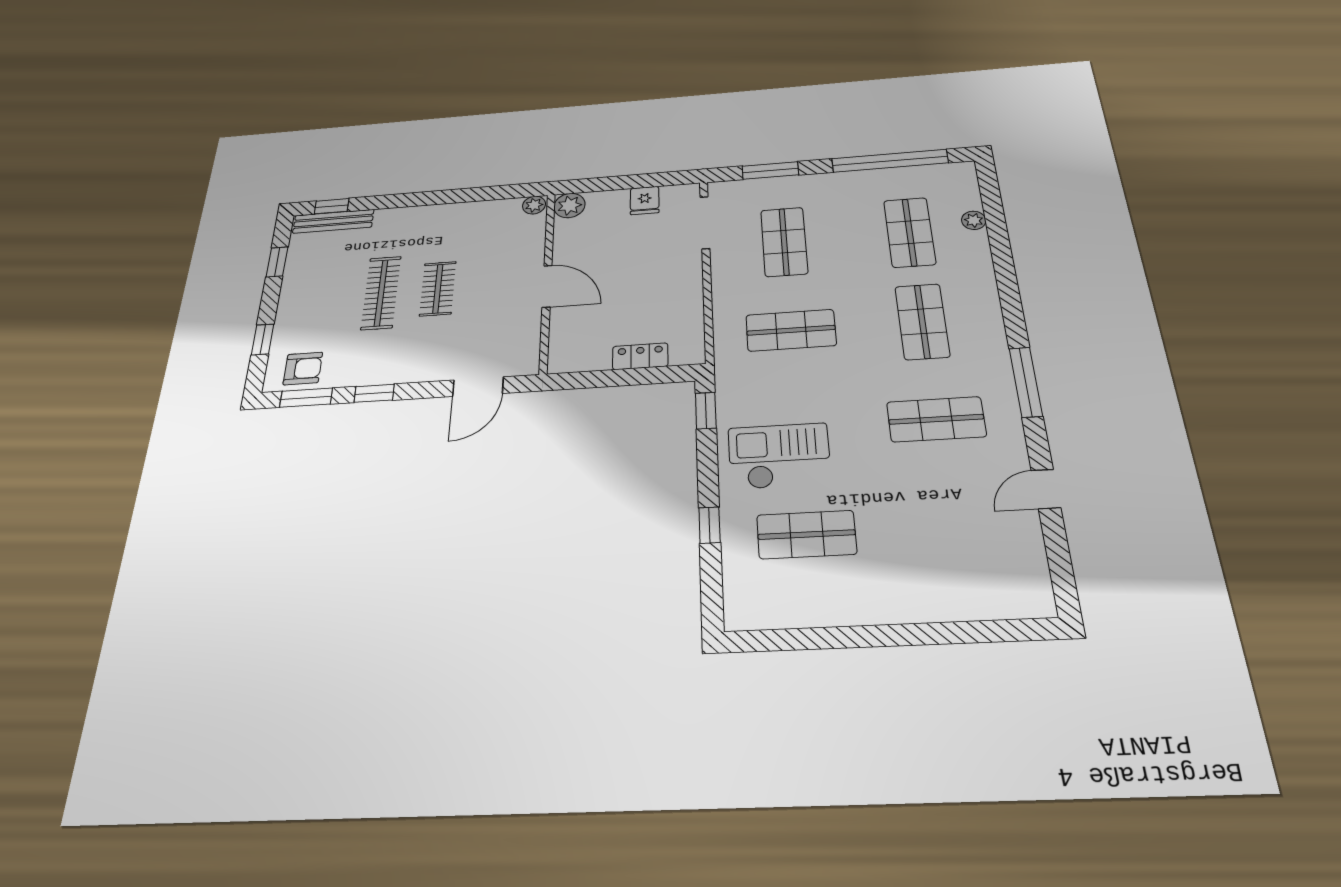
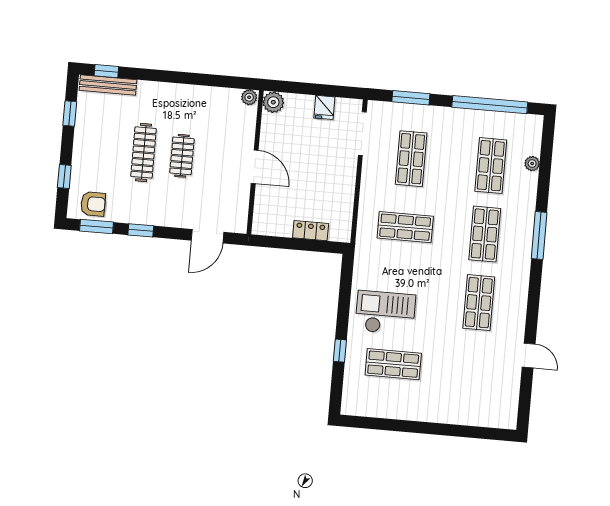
window: (1026, 382) -> (539, 236), moved
window: (706, 411) -> (346, 276), removed
shop shelf: (936, 419) -> (479, 303), turned 90
door: (1046, 489) -> (529, 356), swing flipped

